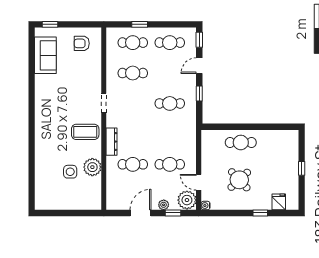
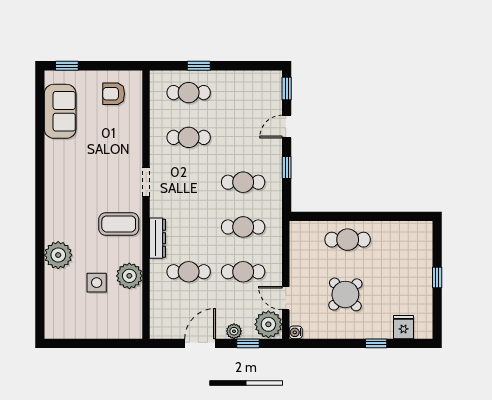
cafe table: (170, 43) -> (243, 227), moved
plant: (44, 153) -> (58, 255), added

